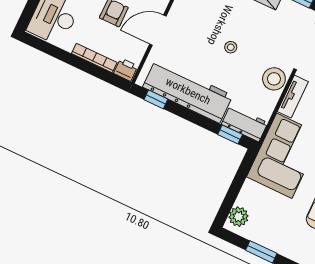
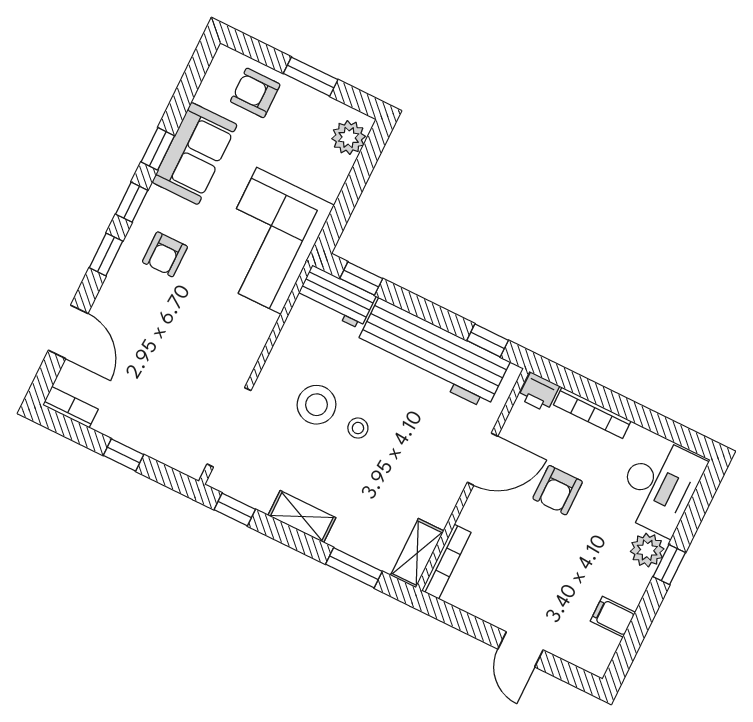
stool: (274, 79) -> (317, 405), moved
tv unit: (293, 97) -> (253, 342), removed
armchair: (293, 242) -> (255, 93), added

